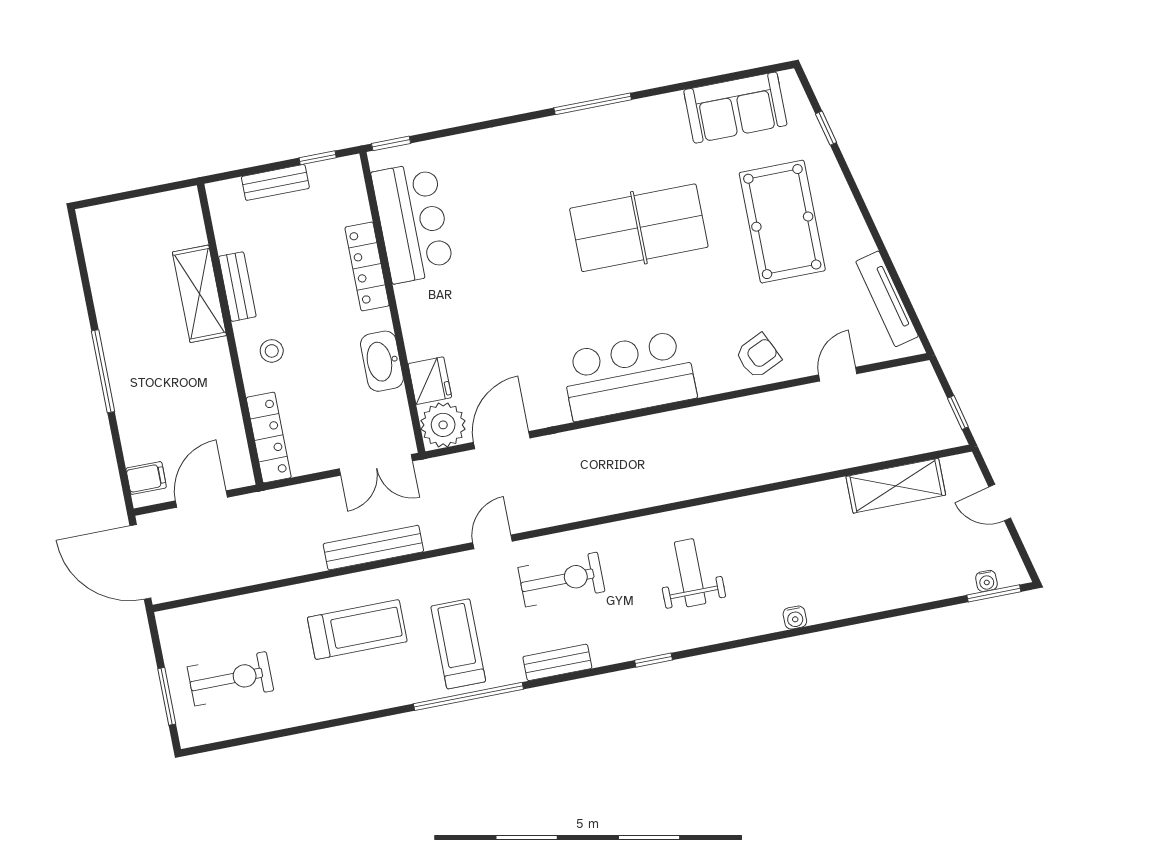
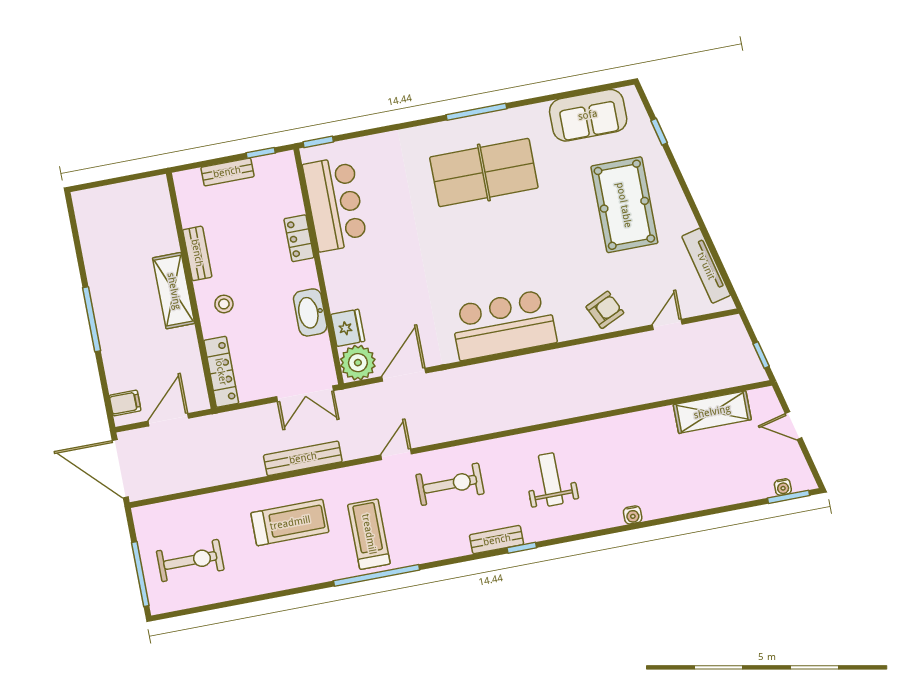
table tennis table: (639, 228) -> (484, 173), moved
locker: (367, 266) -> (299, 238), width x0.66
shelving: (199, 294) -> (174, 291), moved
bench: (557, 662) -> (497, 540), moved
window: (167, 696) -> (140, 574), width x1.44

